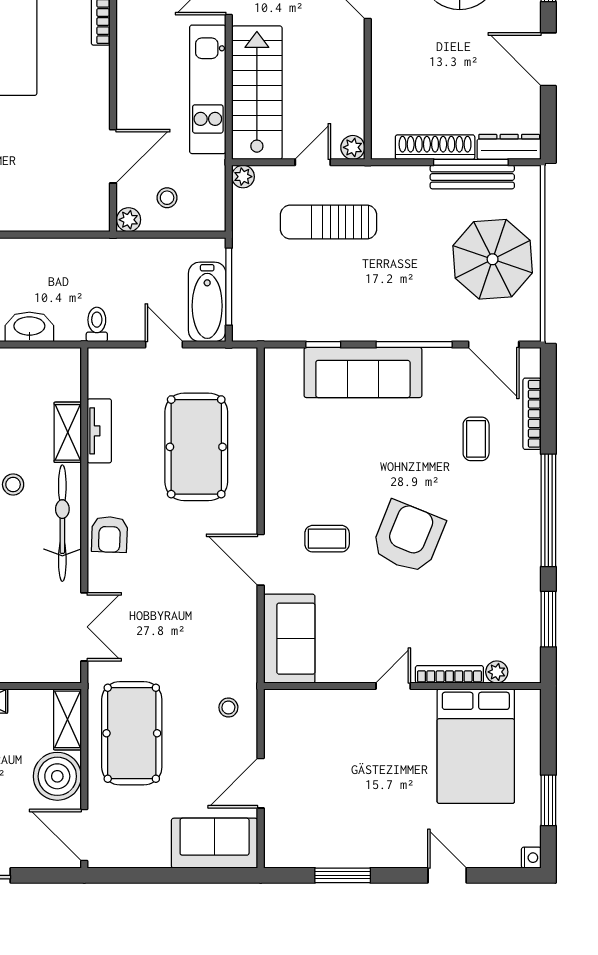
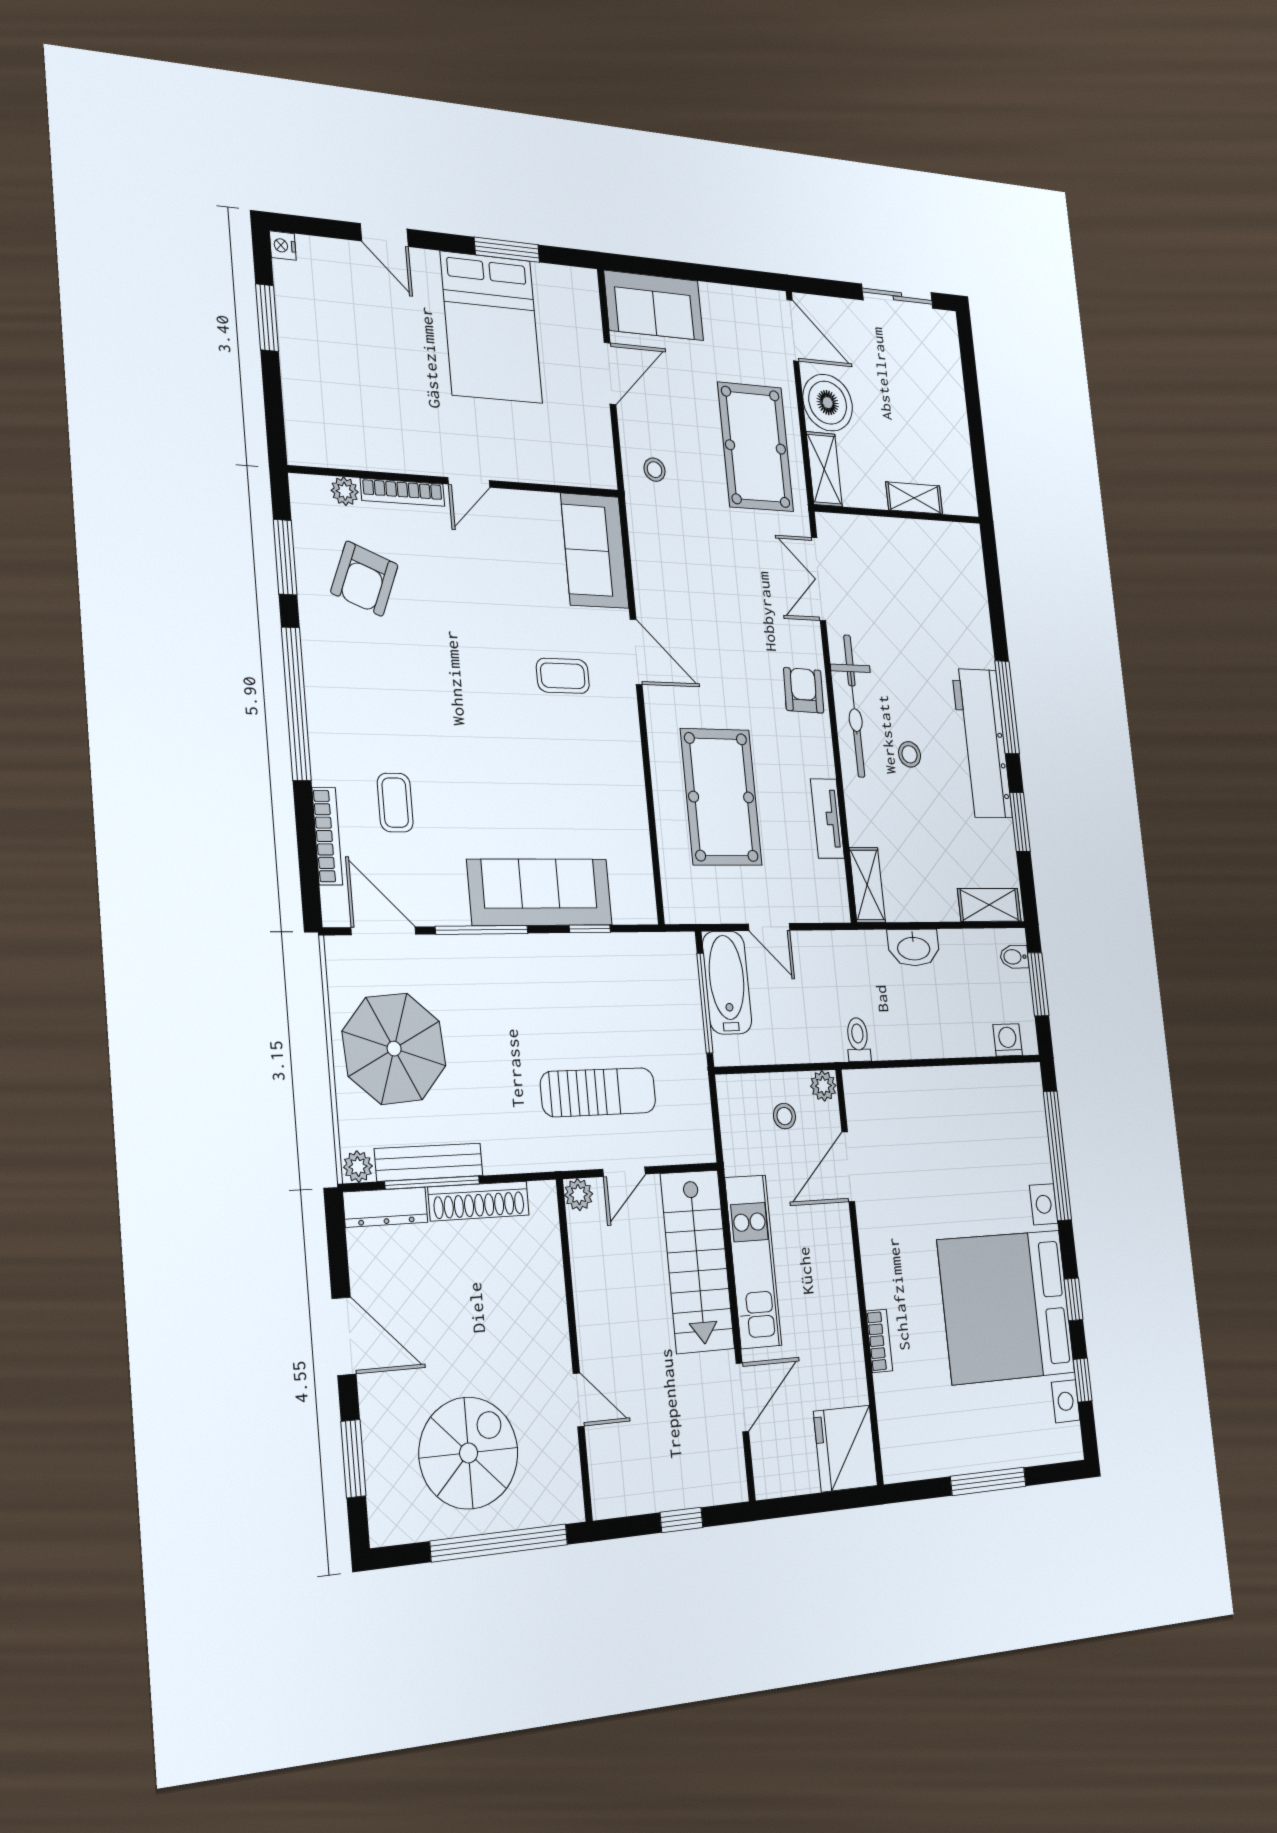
plant: (243, 177) -> (358, 1167), moved
toilet: (97, 324) -> (858, 1040), moved, turned 180
shelving: (68, 432) -> (867, 885), moved
armchair: (408, 537) -> (364, 579), moved, width x0.73, depth x0.73
bed: (476, 746) -> (491, 327), moved, turned 180

